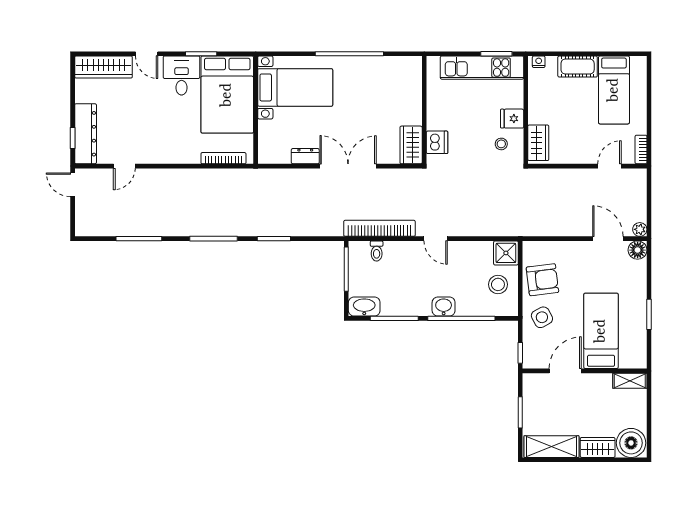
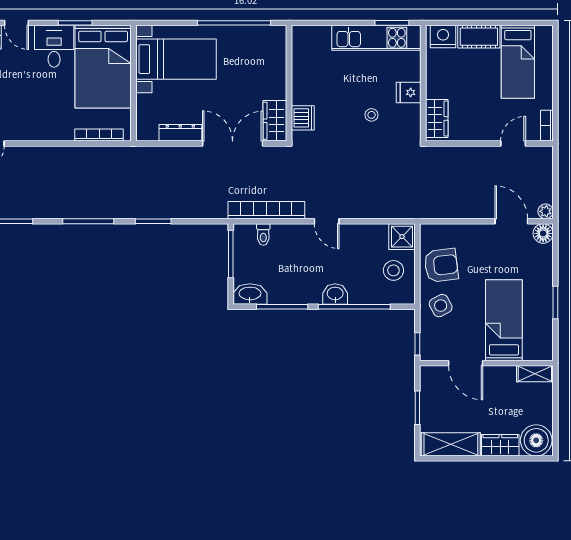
nightstand: (539, 62) -> (443, 37), width x1.89, depth x1.79
wall: (424, 110) -> (289, 83), moved
dishwasher: (437, 142) -> (303, 118), moved
stool: (501, 144) -> (372, 115), moved
wardrobe: (411, 145) -> (275, 121), moved
dresser: (305, 156) -> (180, 133), width x1.44
door: (565, 371) -> (466, 363), swing flipped

